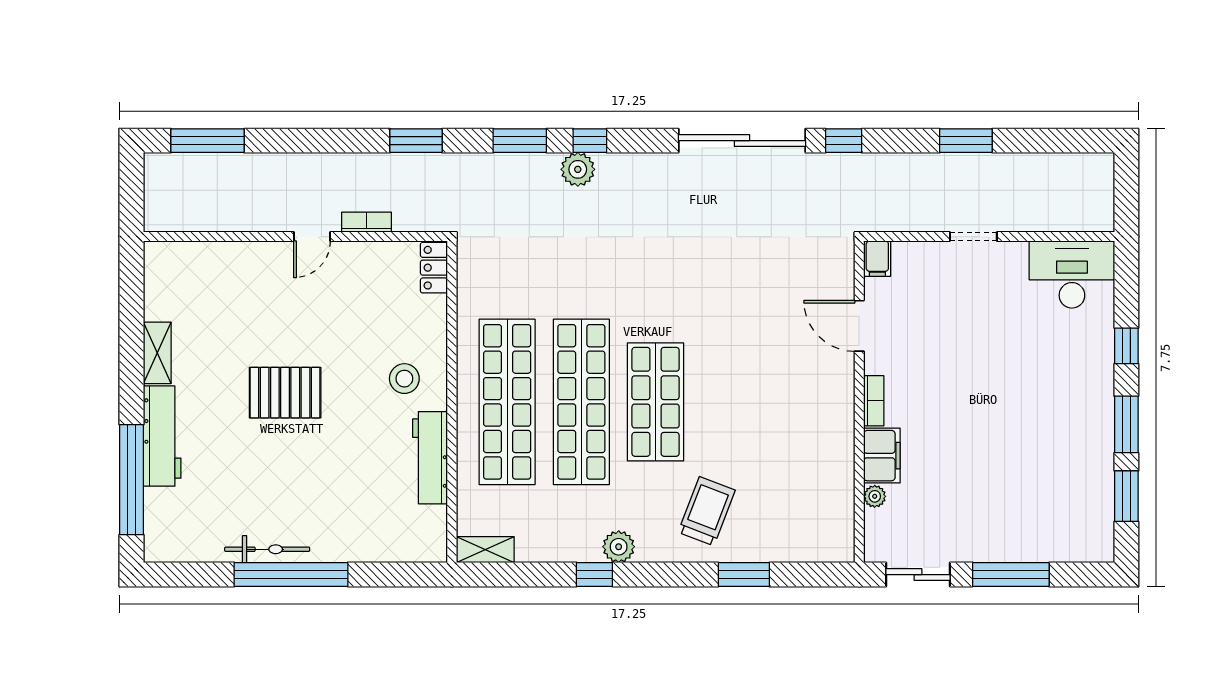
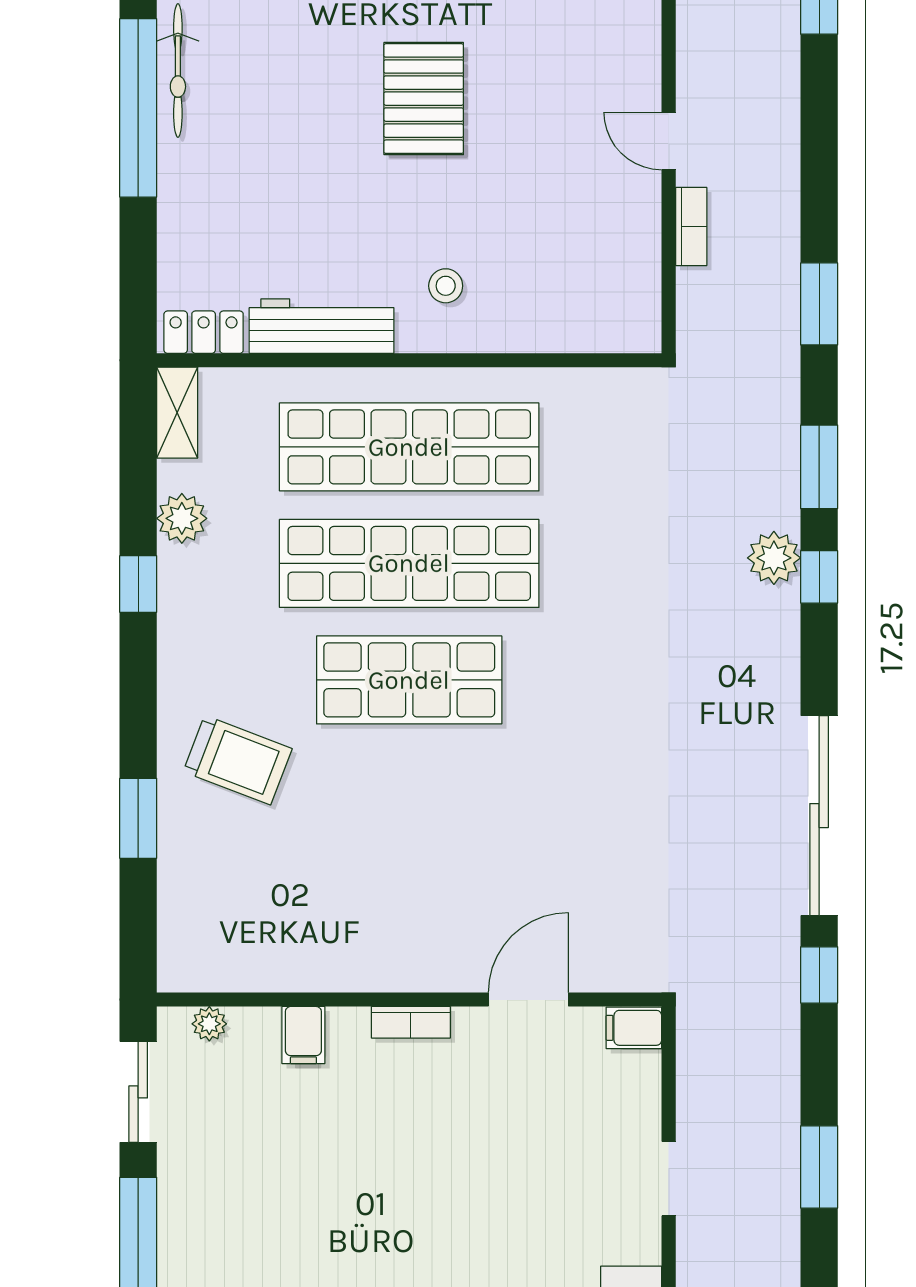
locker: (434, 268) -> (204, 332), moved
stool: (404, 379) -> (446, 286), width x0.73, depth x0.73
filing cabinet: (882, 456) -> (303, 1035), width x0.50
plant: (875, 496) -> (209, 1024), moved
plant: (619, 547) -> (182, 518), moved

